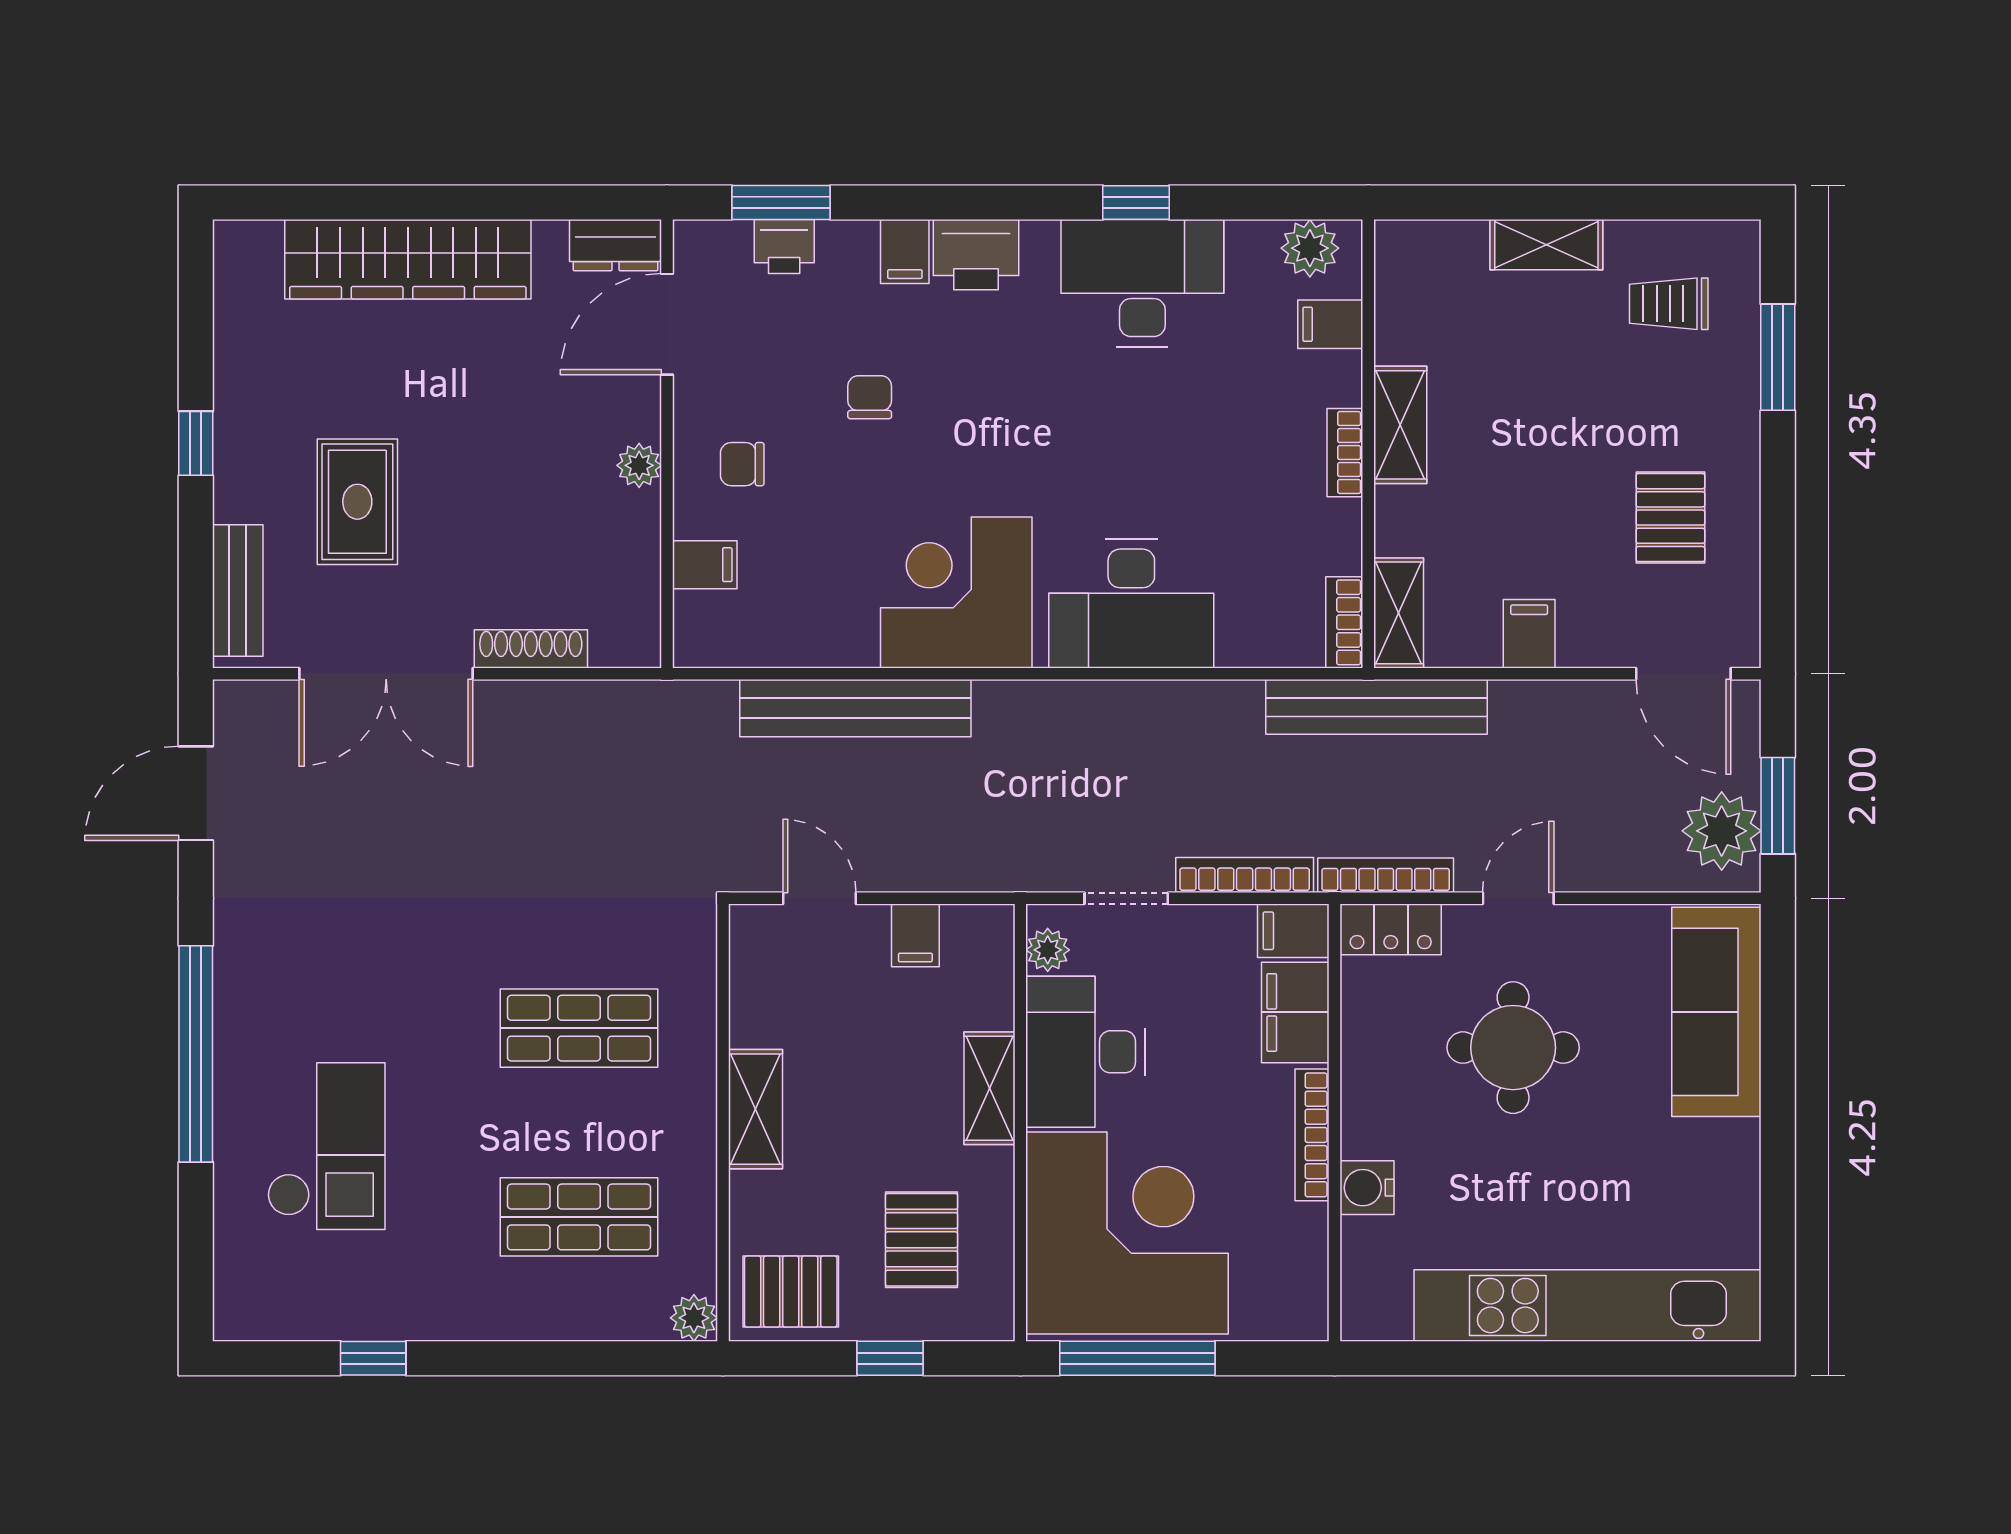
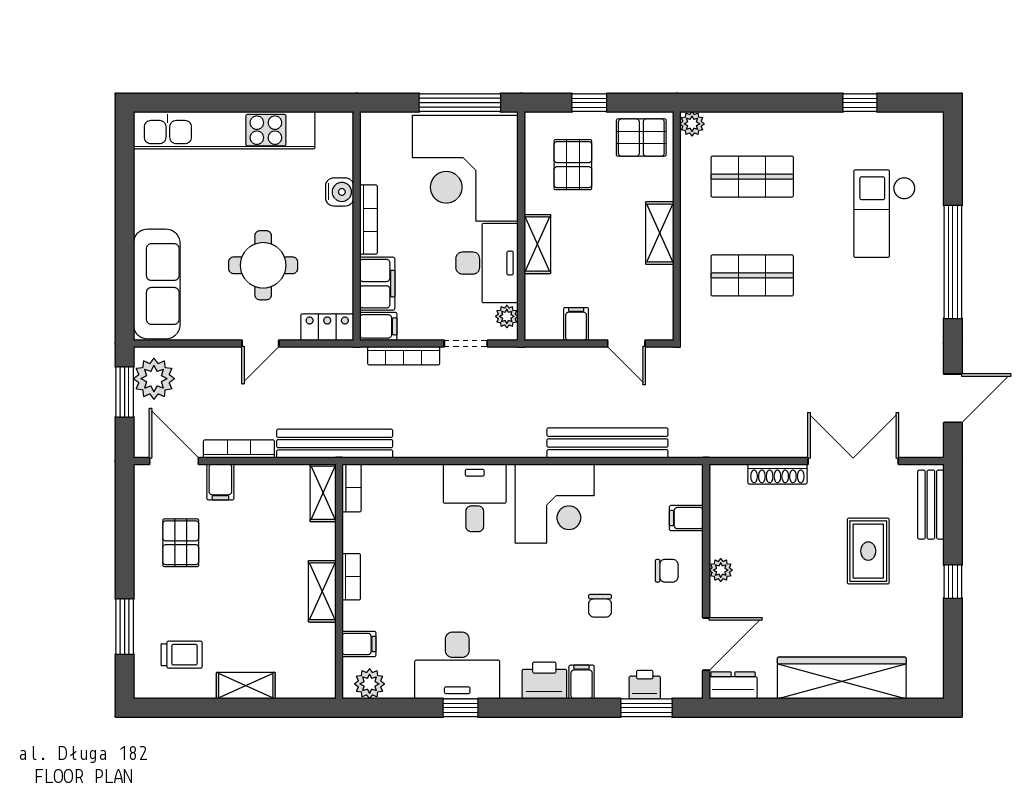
desk: (1131, 603) -> (475, 498), width x0.73
filing cabinet: (1529, 634) -> (220, 482), moved
bookcase: (1386, 875) -> (239, 449), moved, turned 180

